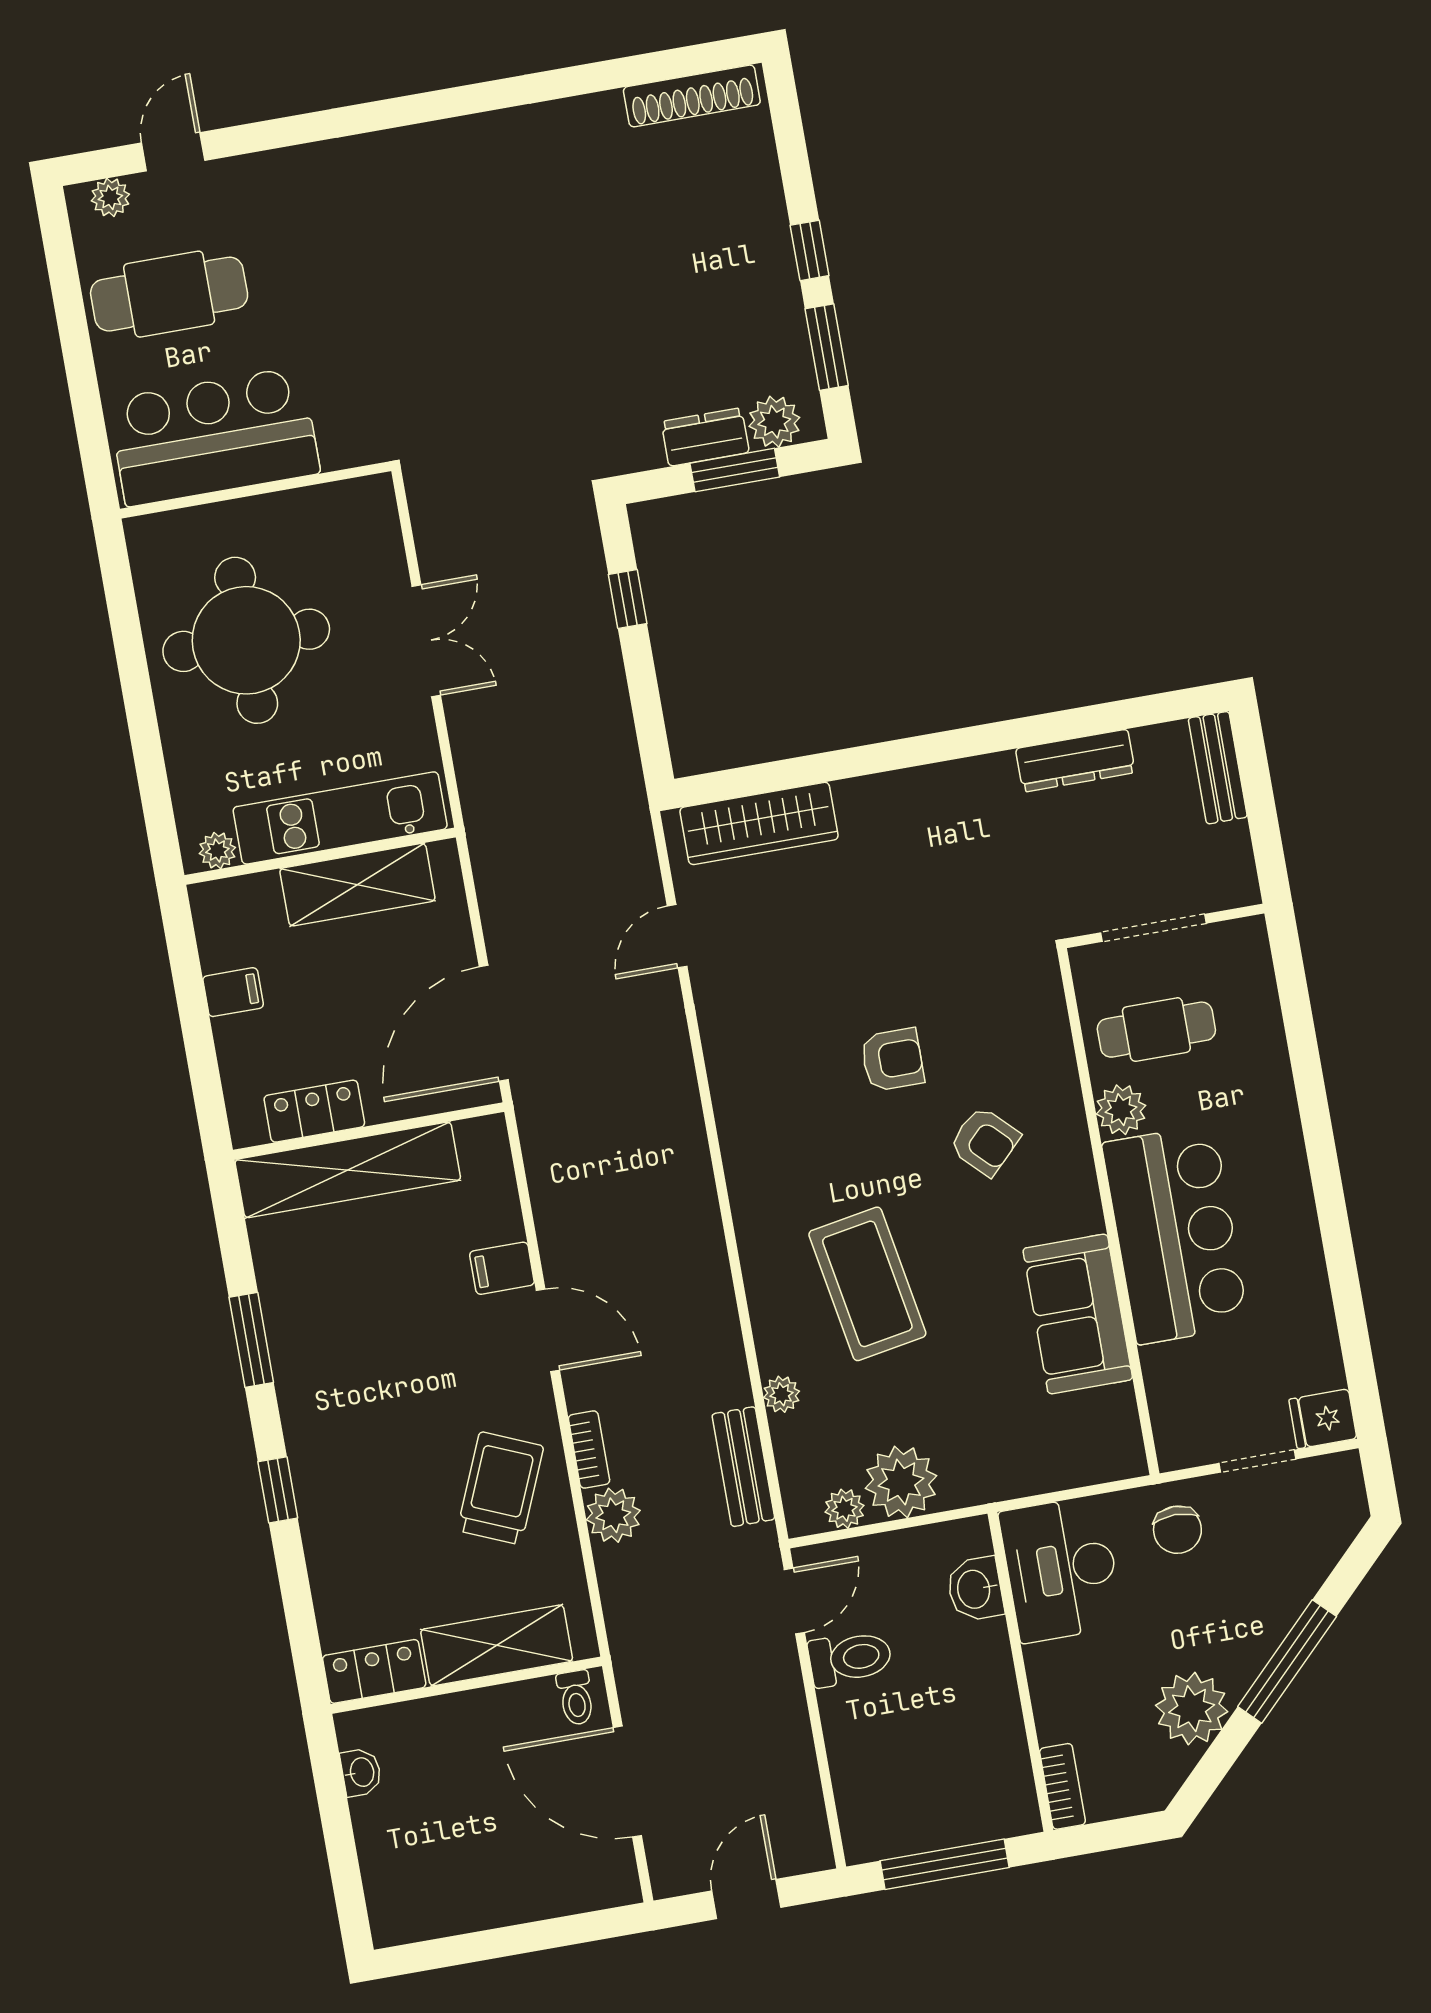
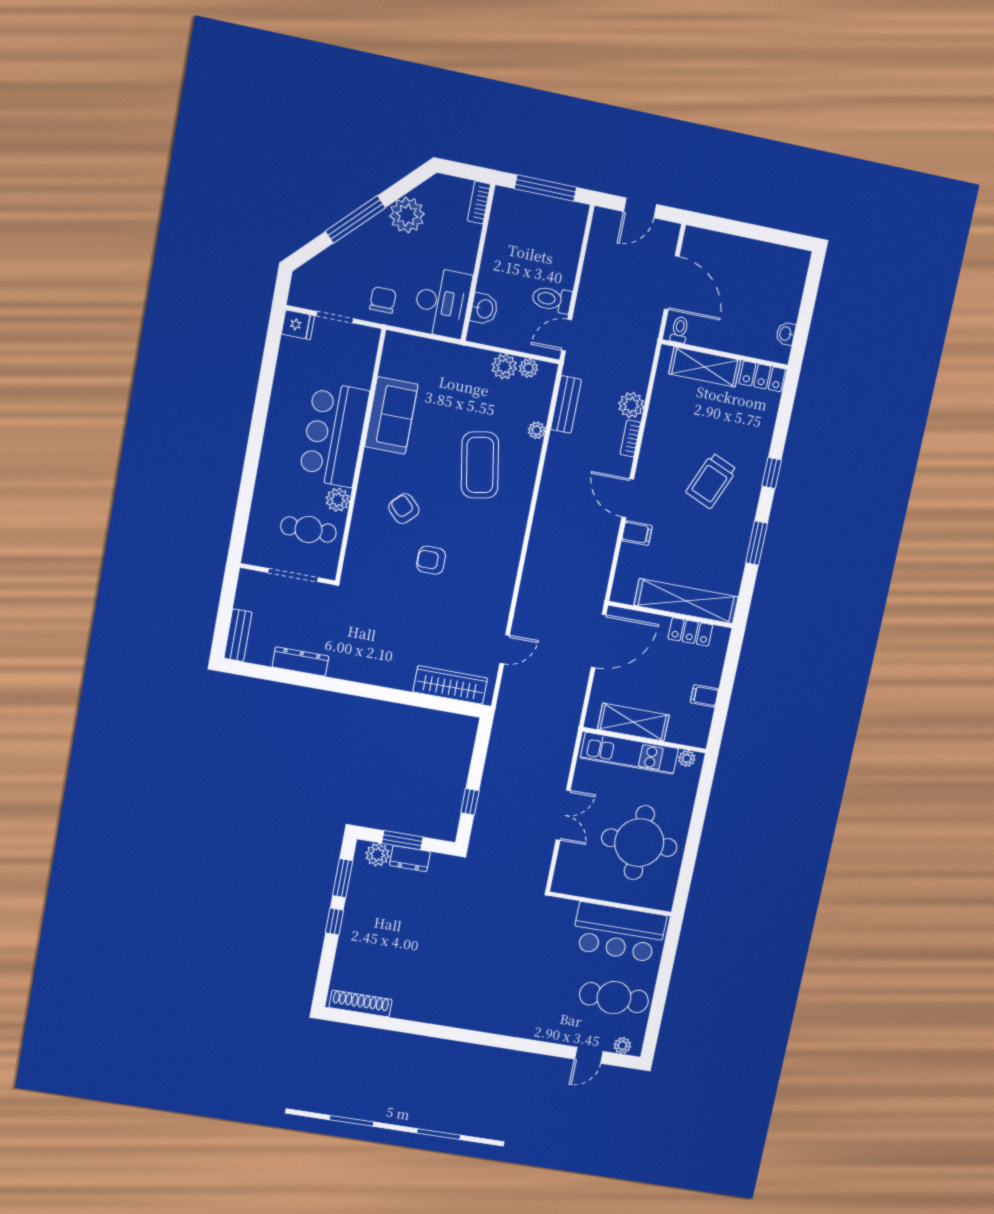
double door: (426, 641) -> (563, 815), swing flipped
plant: (901, 1482) -> (504, 367), width x0.73, depth x0.73
trolley: (500, 1488) -> (711, 481), moved

